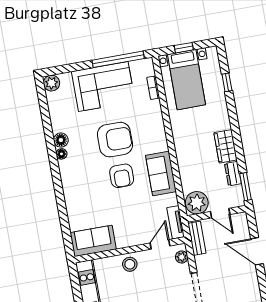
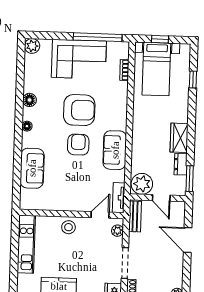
floor lamp: (61, 154) -> (27, 126), moved
armchair: (122, 176) -> (78, 145), turned 180
sofa: (93, 241) -> (32, 168), moved, turned 90

